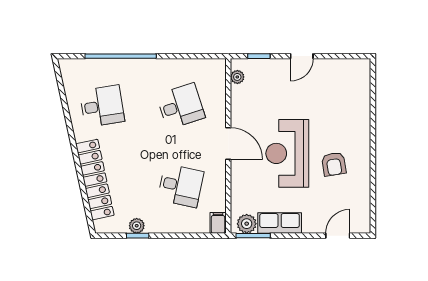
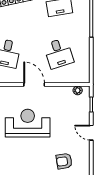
door: (228, 144) -> (34, 84), swing flipped
armchair: (334, 164) -> (64, 161), moved

